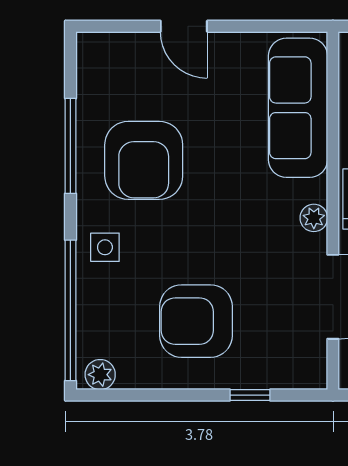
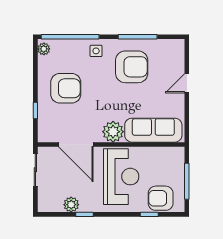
armchair: (144, 160) -> (132, 67), turned 180
plant: (314, 218) -> (113, 132), width x1.87, depth x1.87
armchair: (196, 321) -> (66, 88), turned 90

